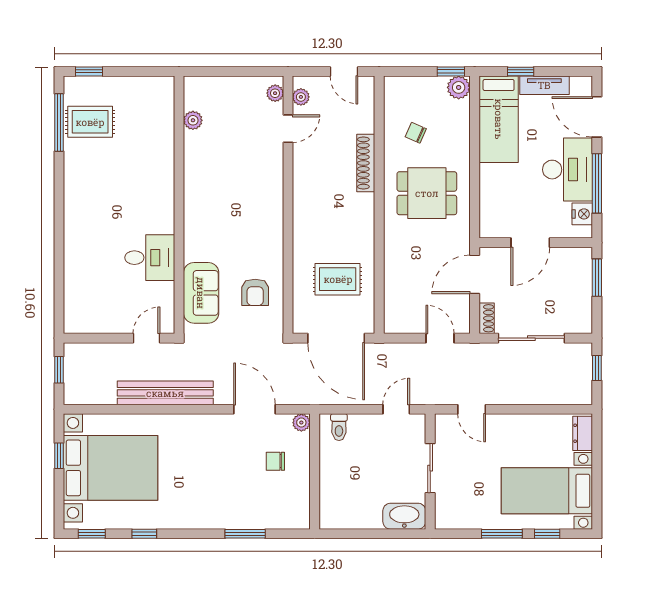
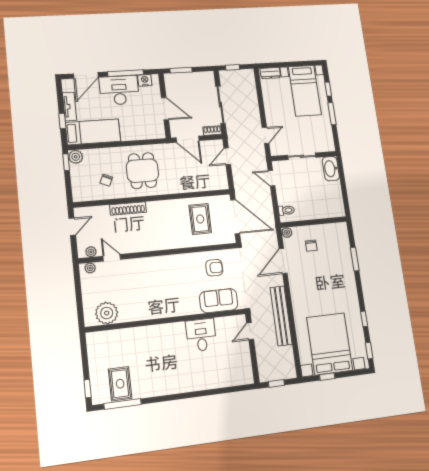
plant: (193, 120) -> (107, 313), width x1.87, depth x1.87
door: (147, 338) -> (250, 331), hinge flipped
door: (336, 338) -> (235, 217), hinge flipped

